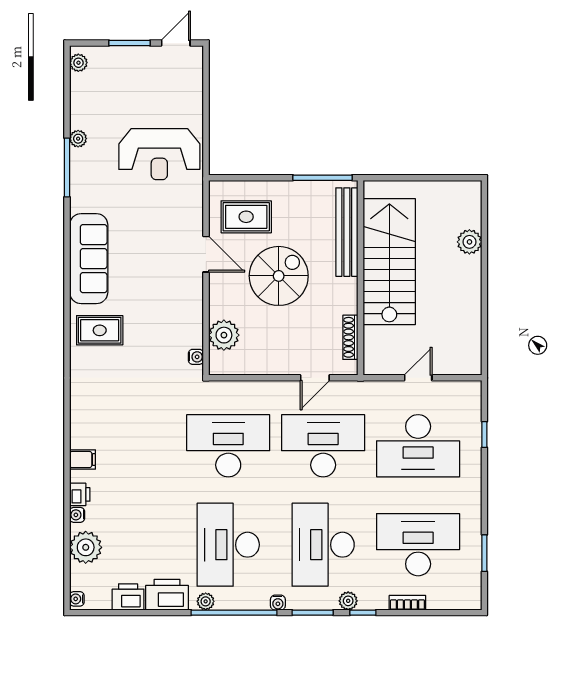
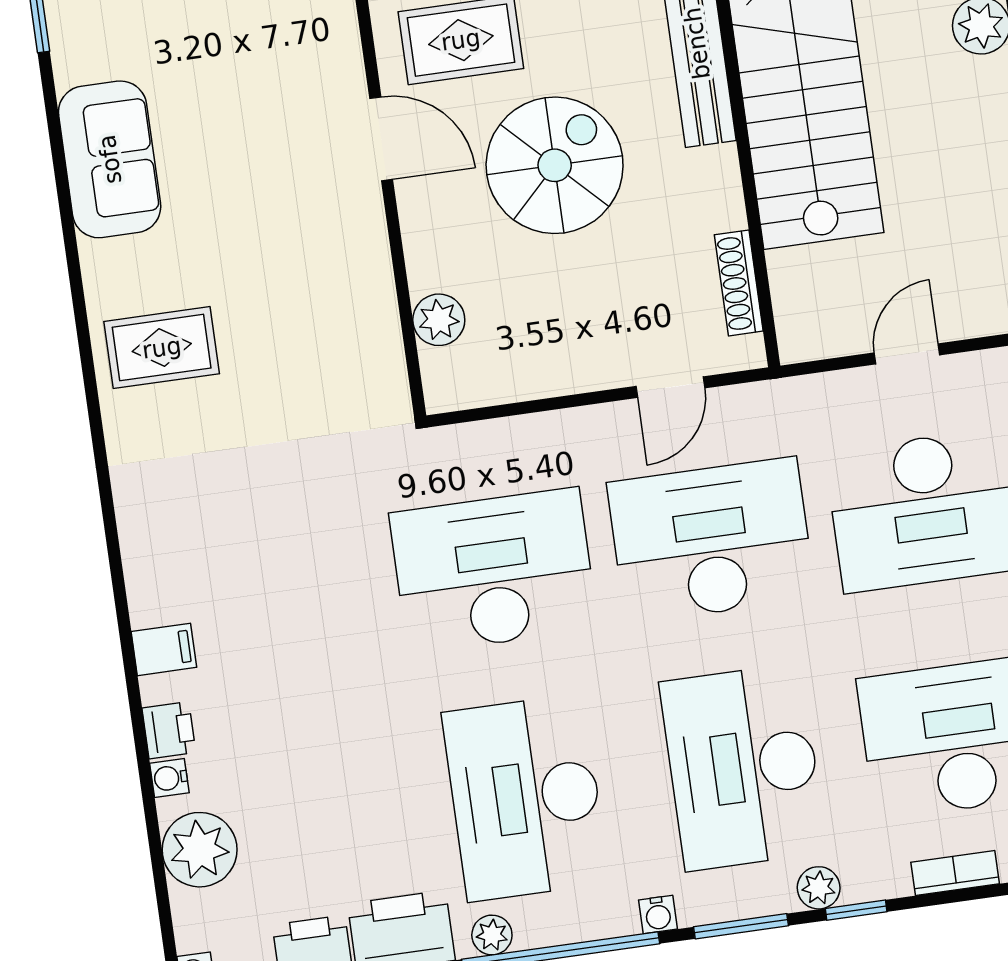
sofa: (89, 259) -> (110, 159), width x0.73
plant: (224, 335) -> (439, 320), width x0.73, depth x0.73
water cooler: (196, 357) -> (391, 377), removed

